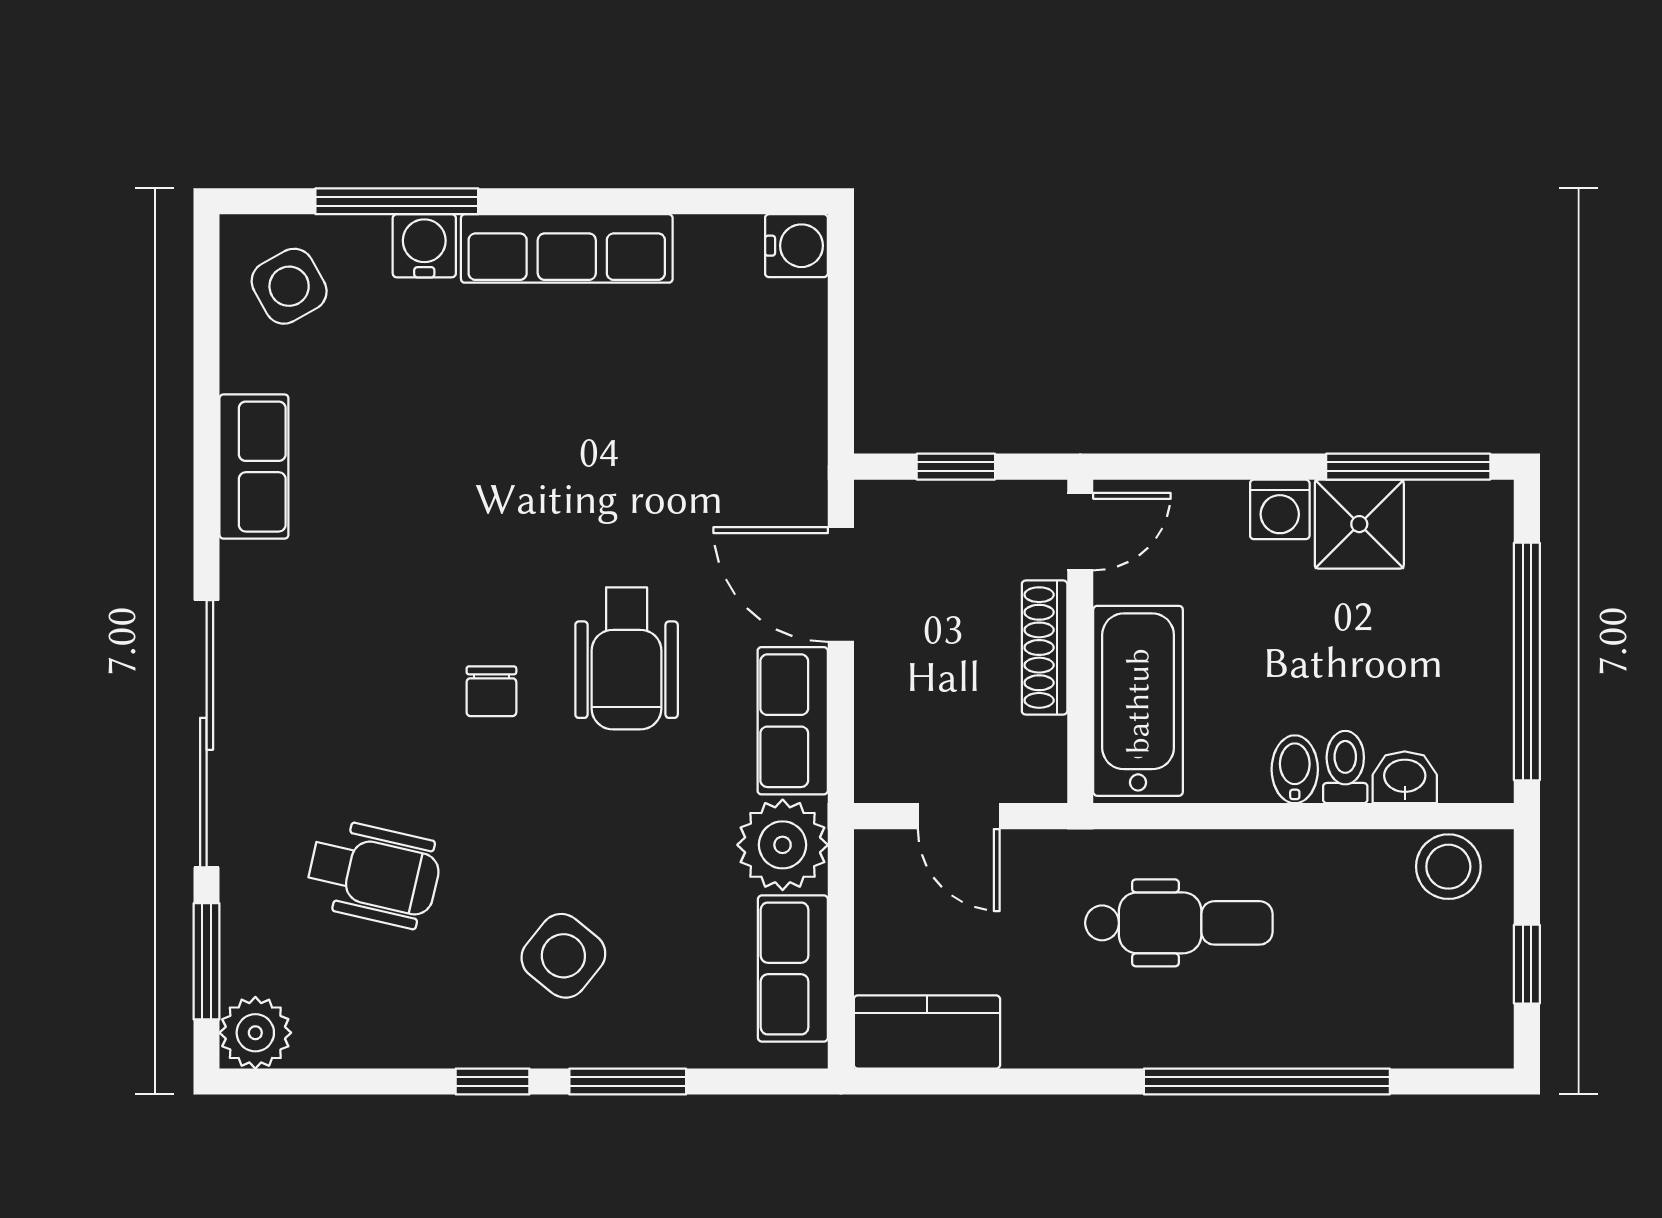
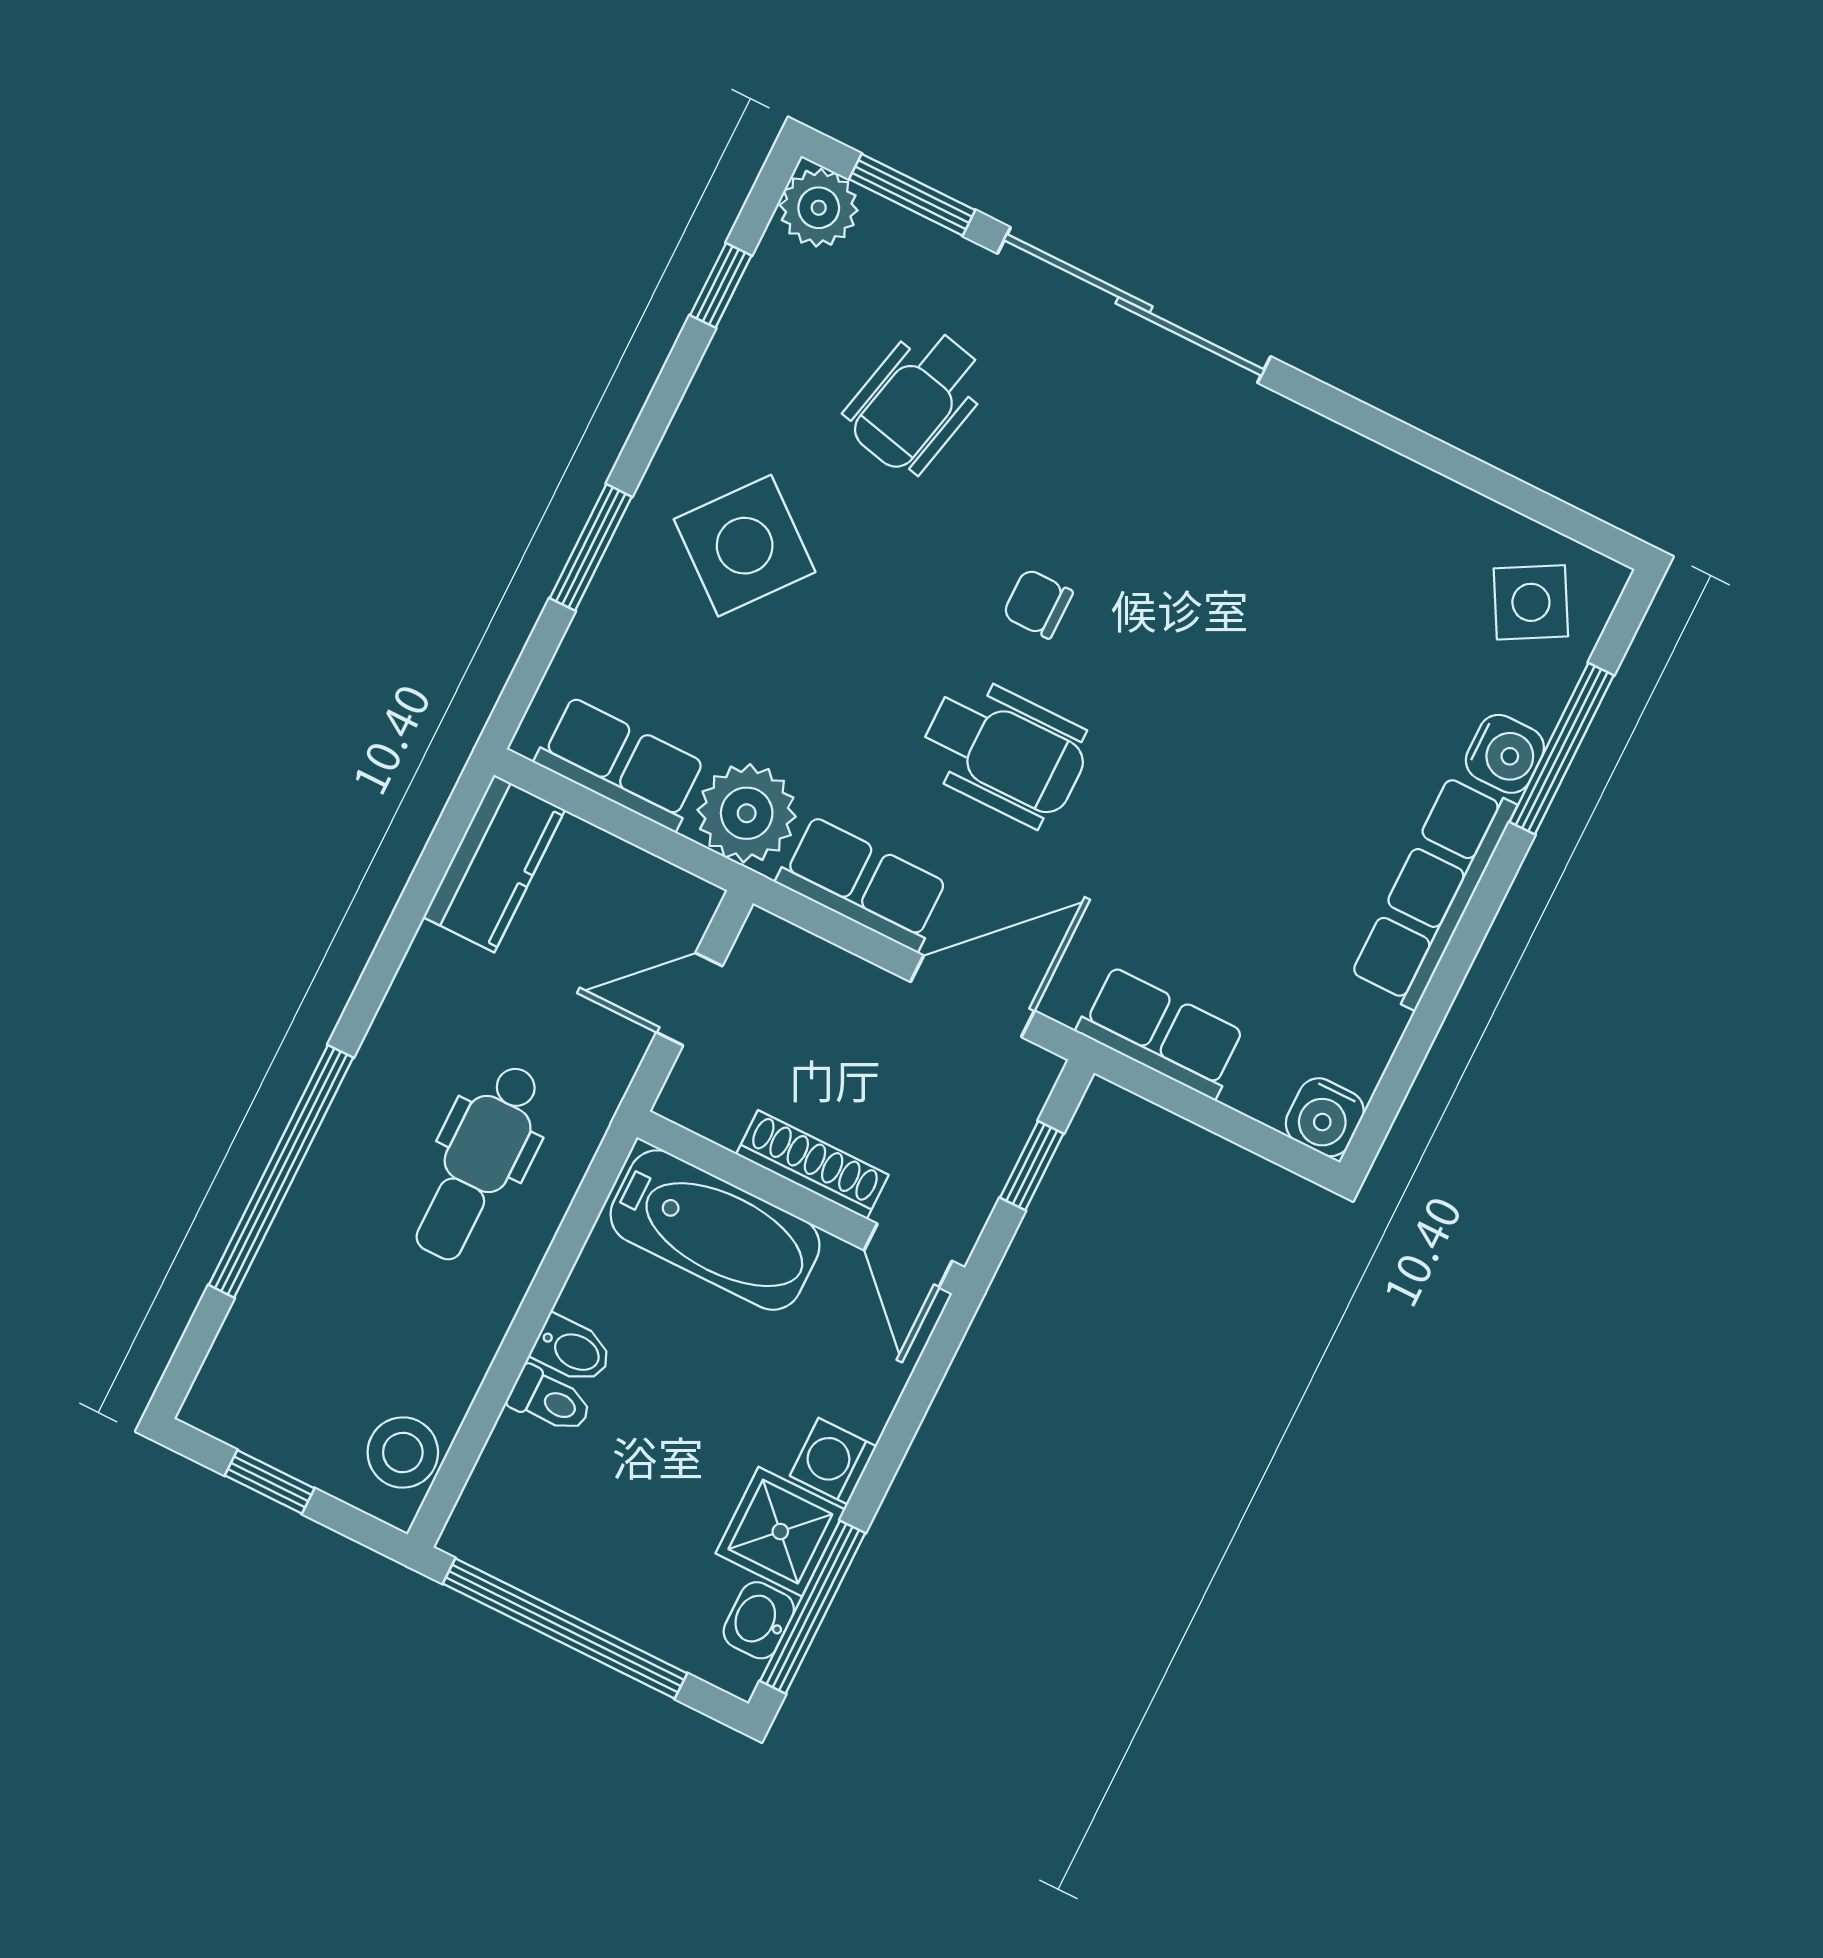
row of seats: (254, 467) -> (1161, 1032), moved, turned 180
wheelchair: (627, 658) -> (1004, 751), turned 180
washbasin: (1405, 777) -> (759, 1620), moved, turned 180
side table: (563, 956) -> (745, 546), width x1.37, depth x1.37
window: (493, 1082) -> (721, 285), moved

